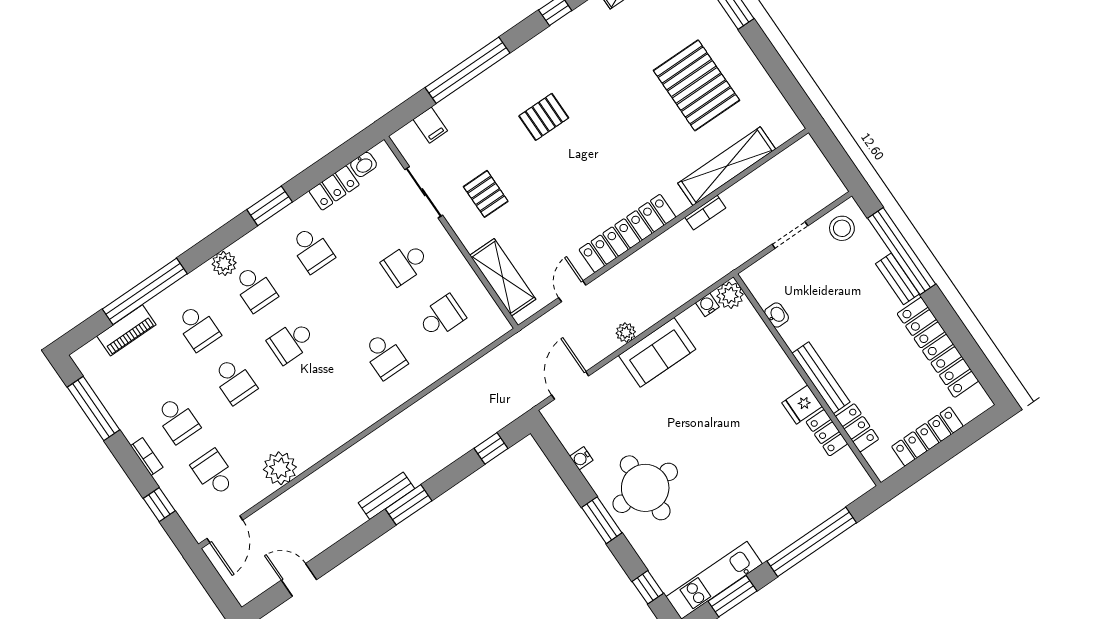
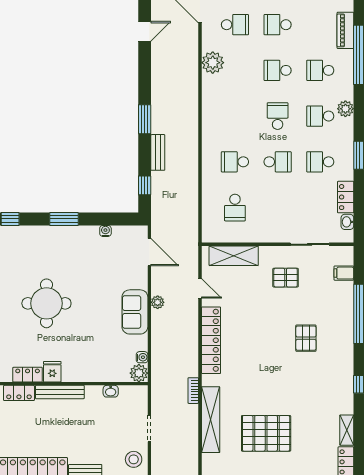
school desk: (405, 264) -> (278, 162), moved, turned 90
round table: (645, 488) -> (46, 303), moved
bench: (387, 496) -> (158, 152), moved

